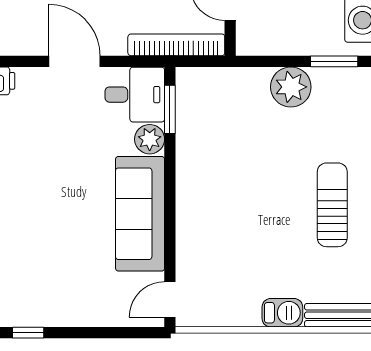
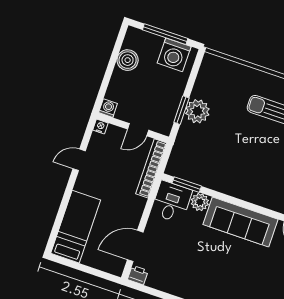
door: (75, 61) -> (135, 246), moved
window: (334, 61) -> (182, 110), moved

